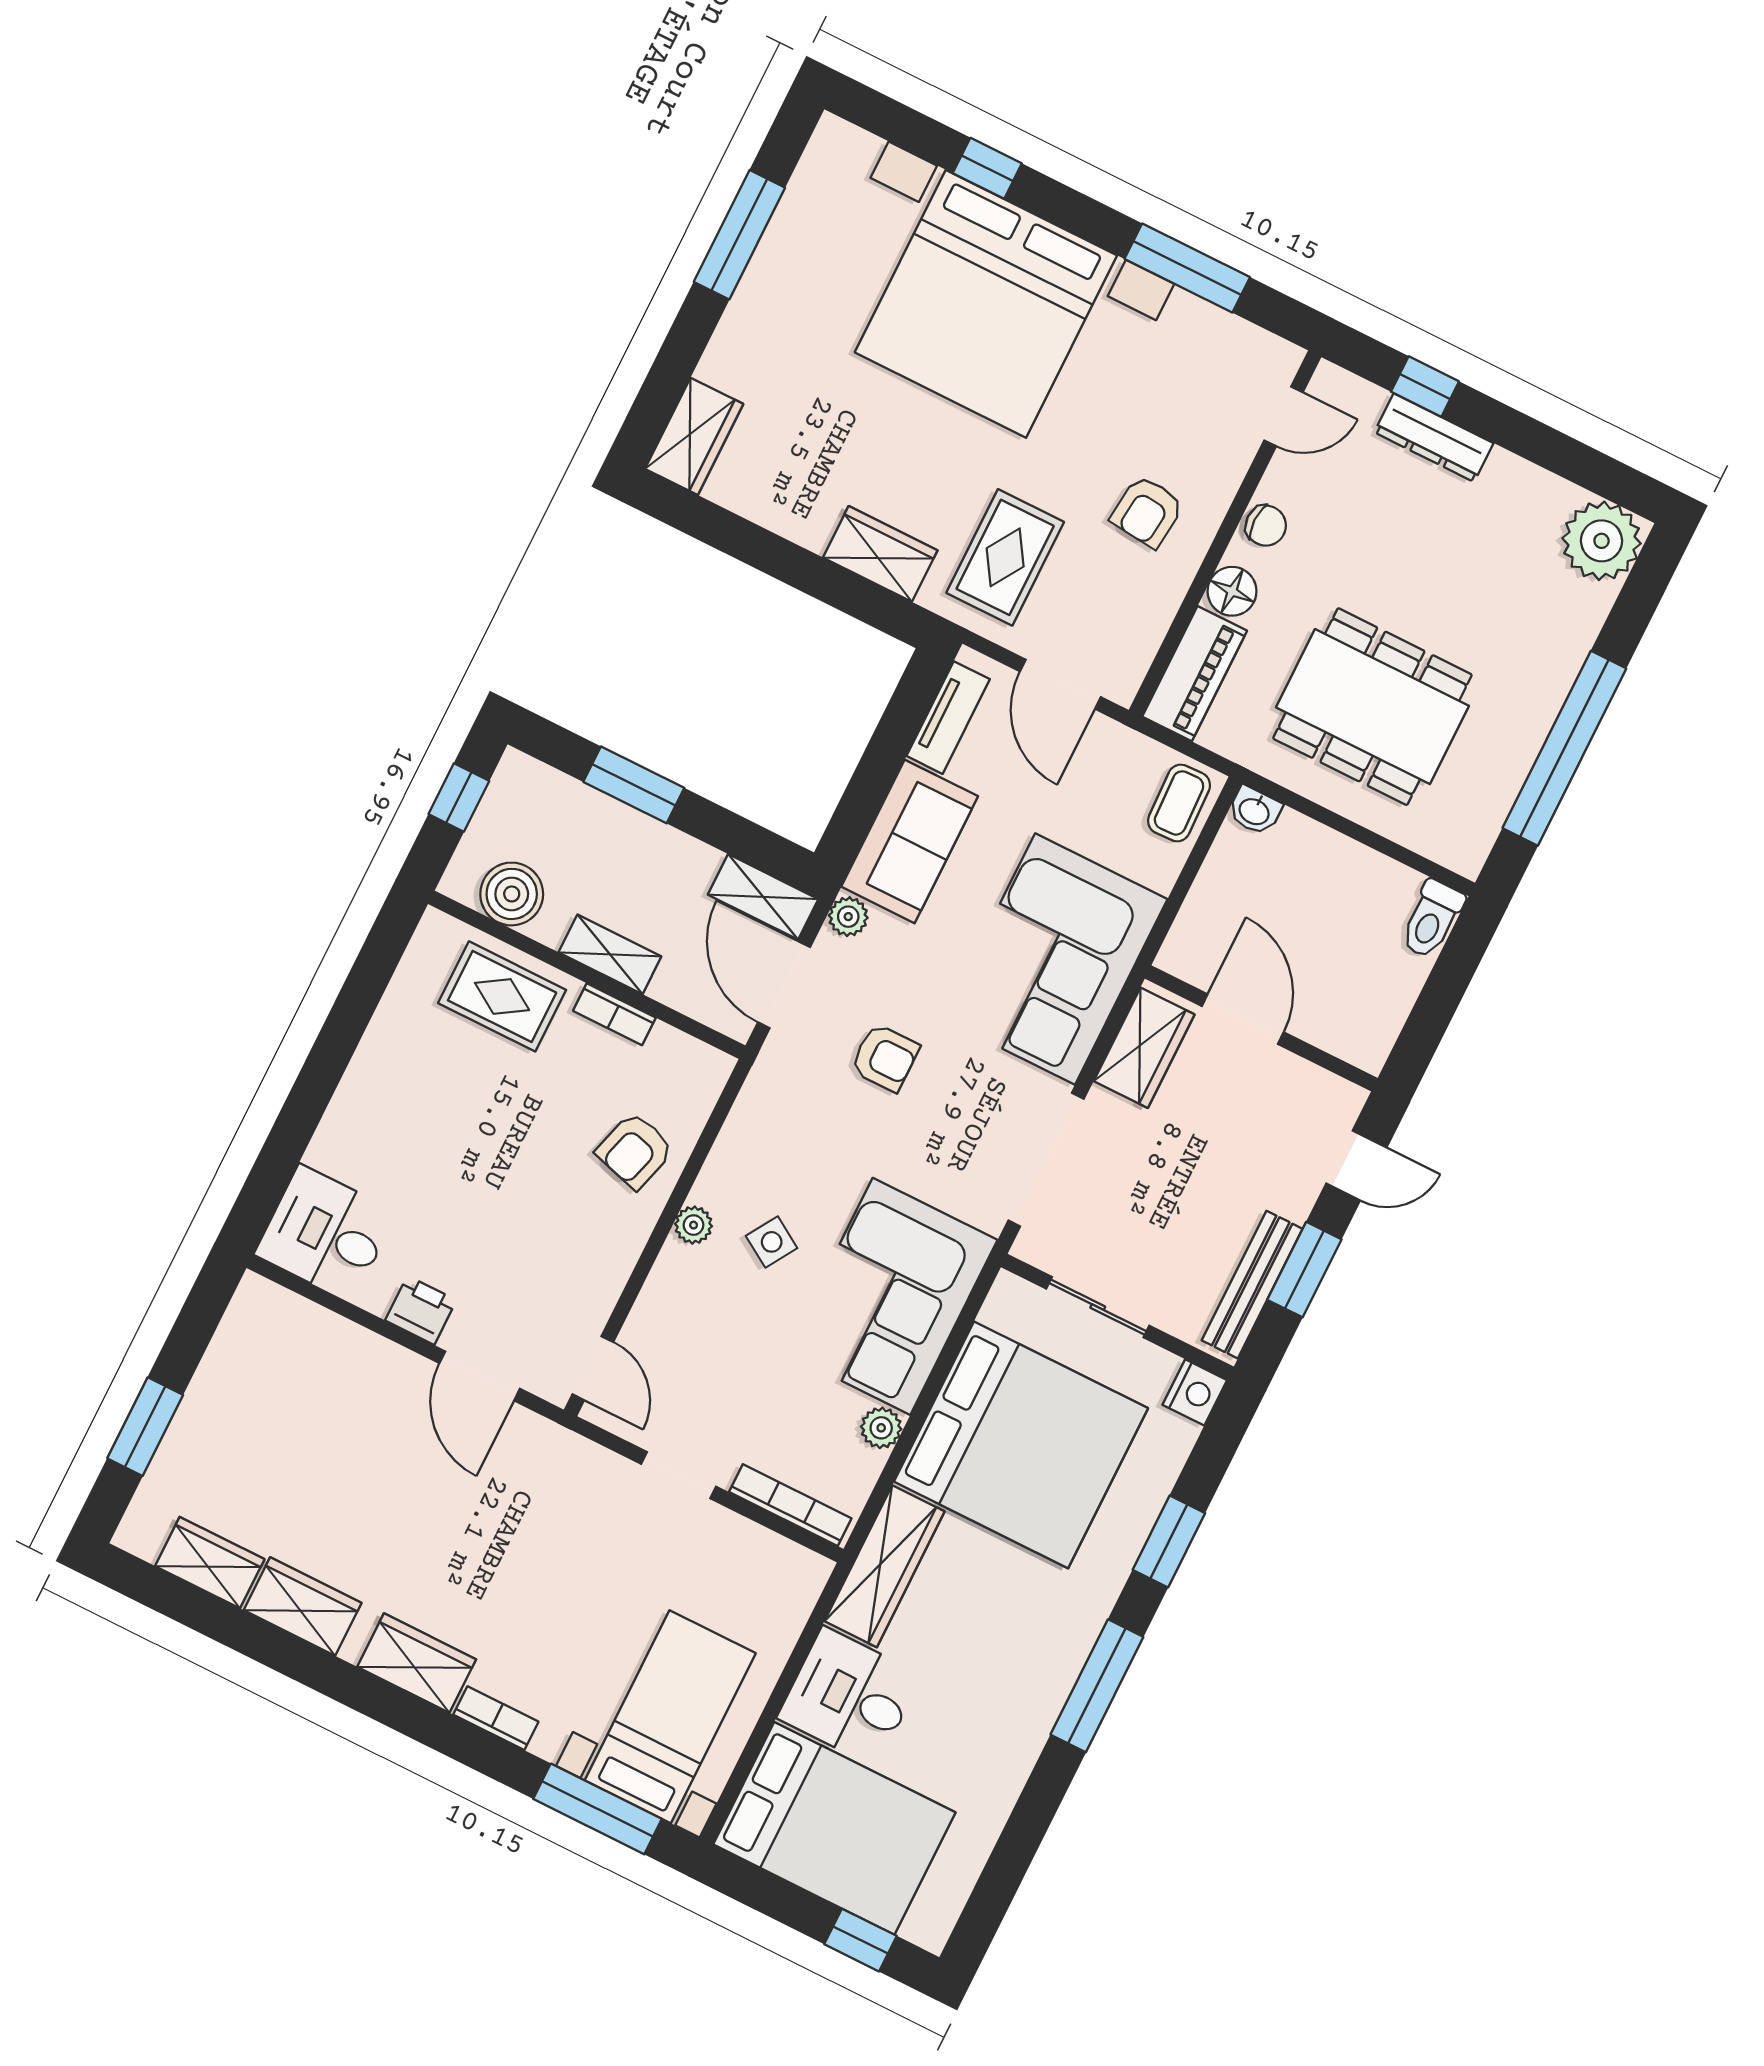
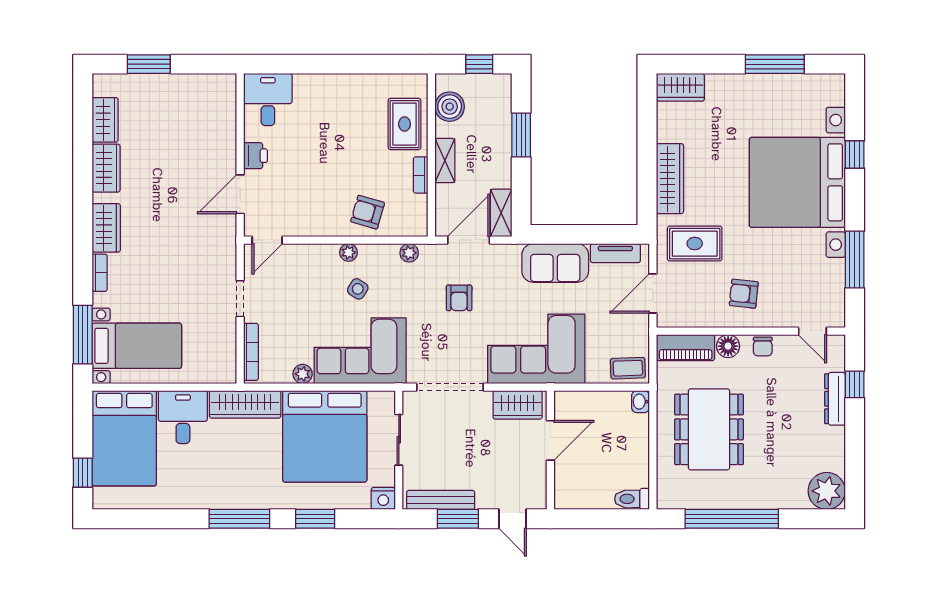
wardrobe: (880, 554) -> (670, 179), width x1.50
plant: (848, 917) -> (409, 253), moved

